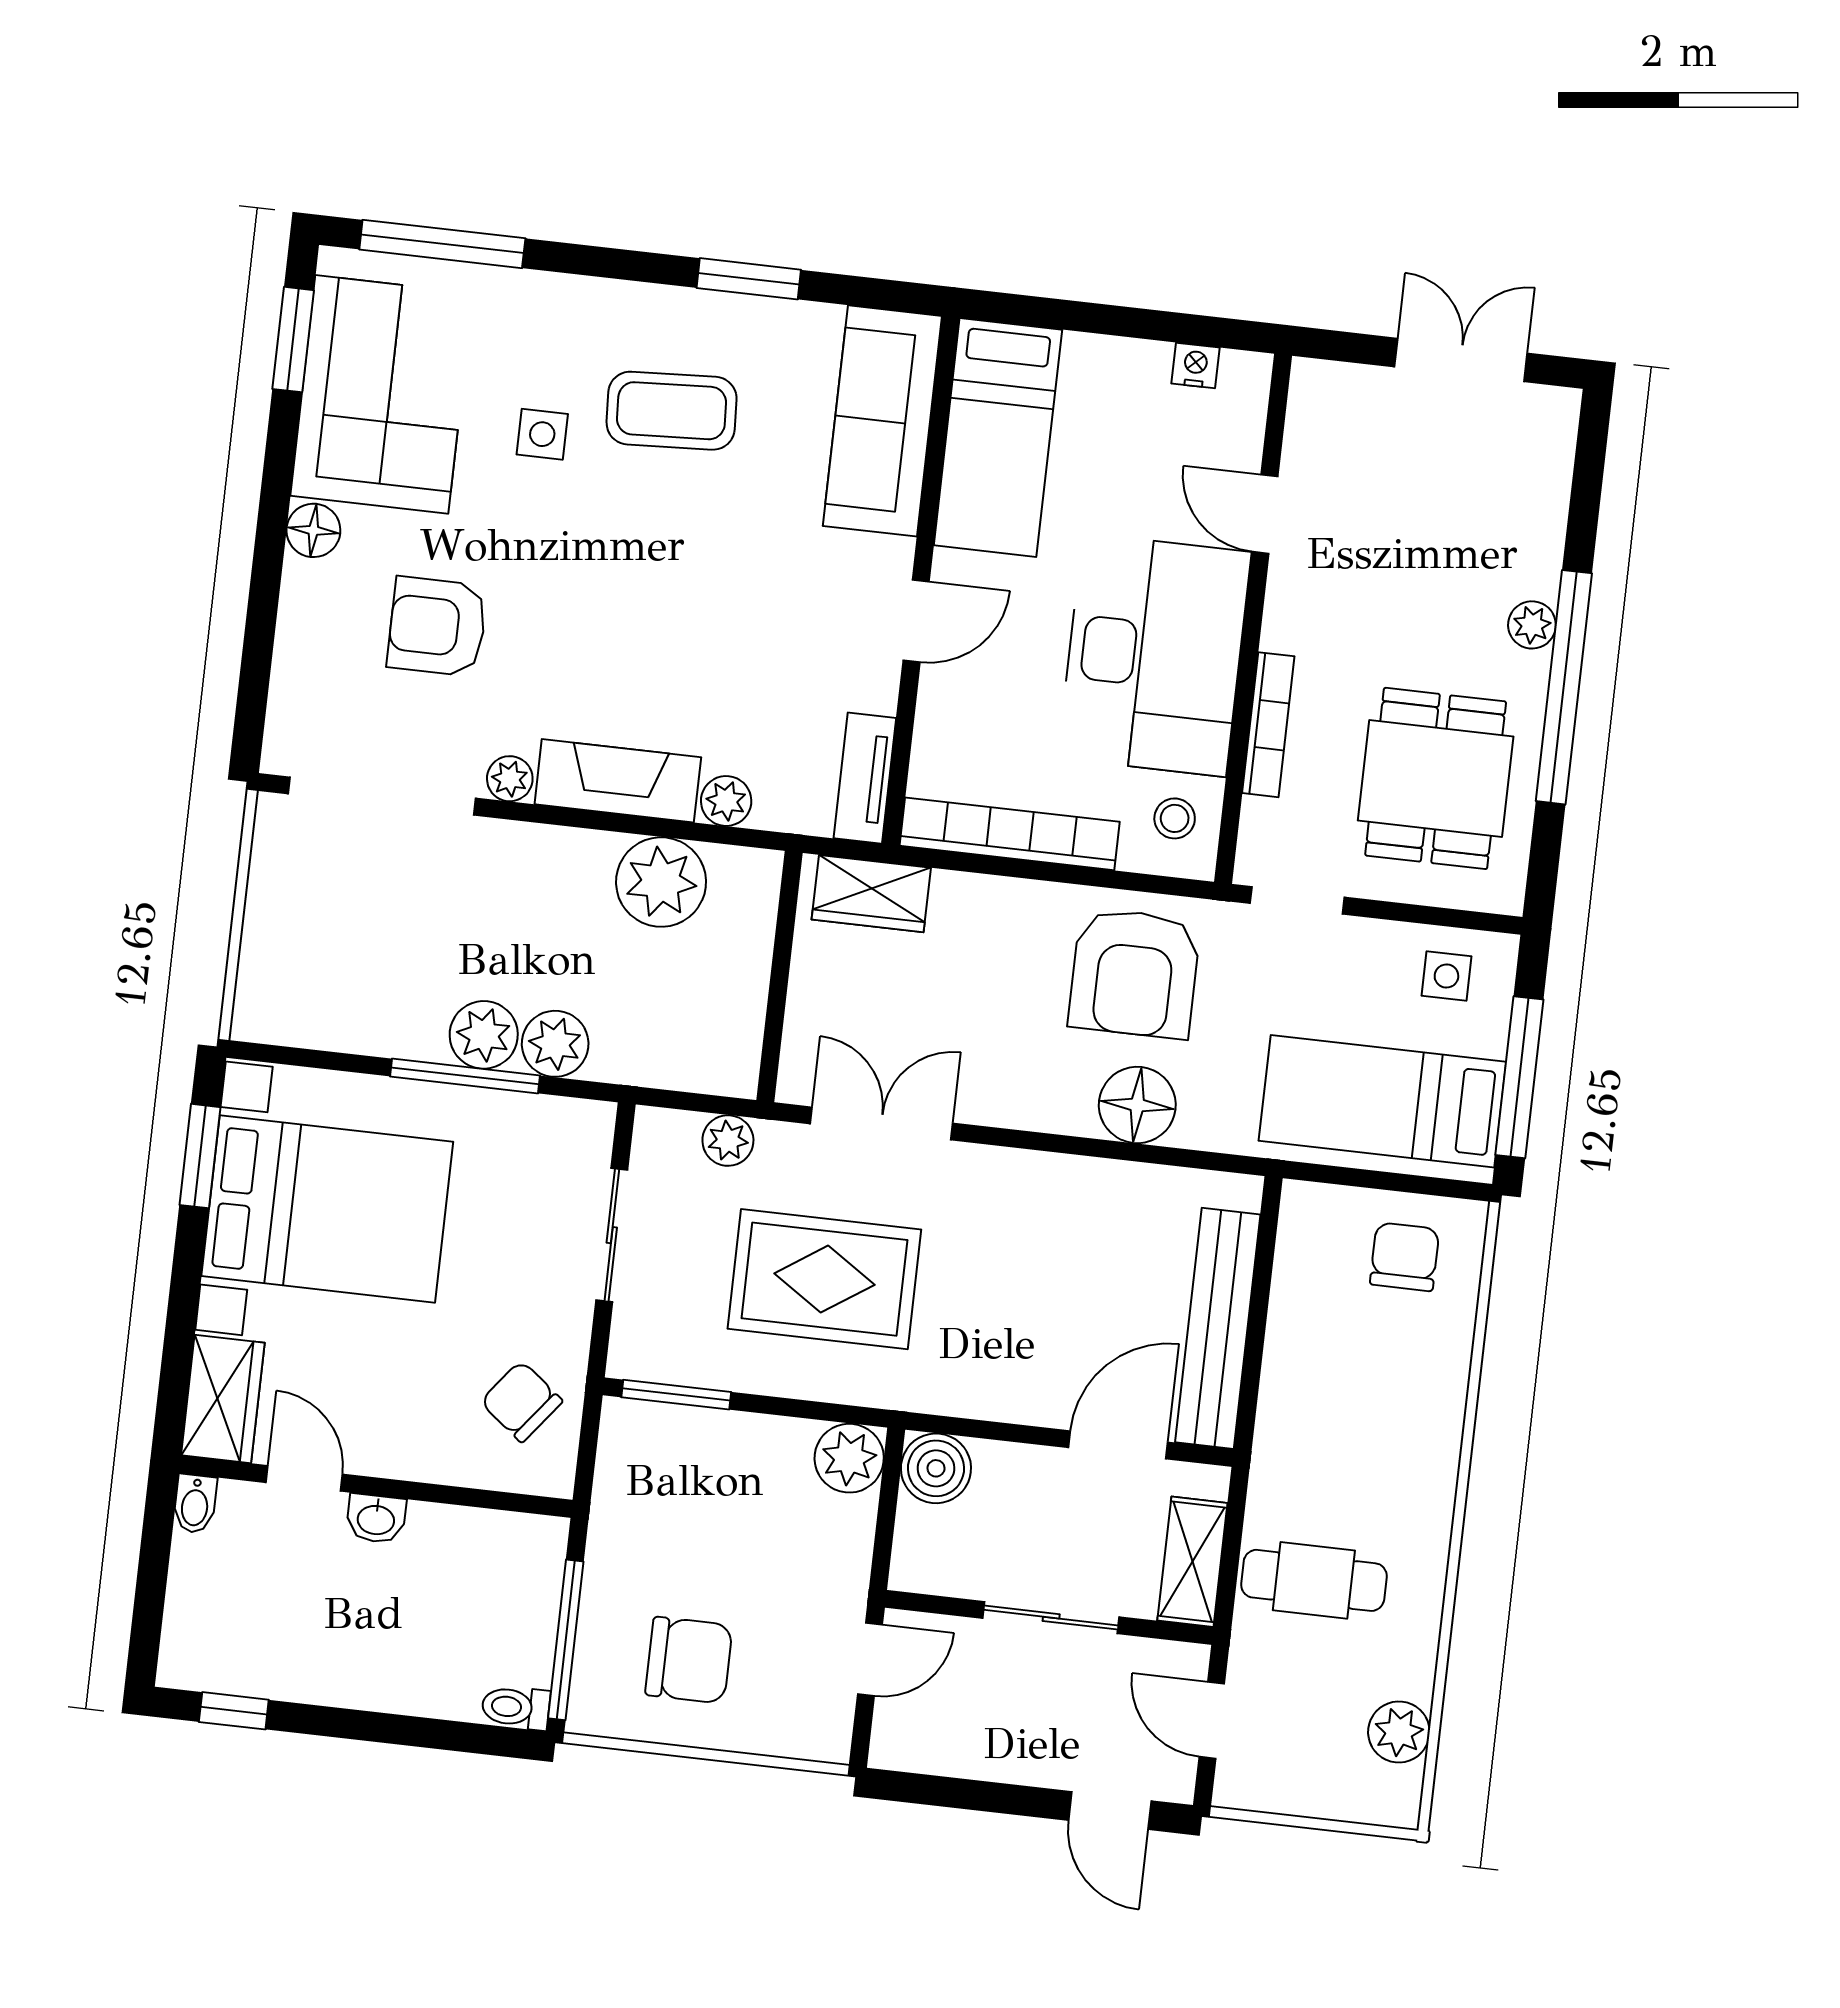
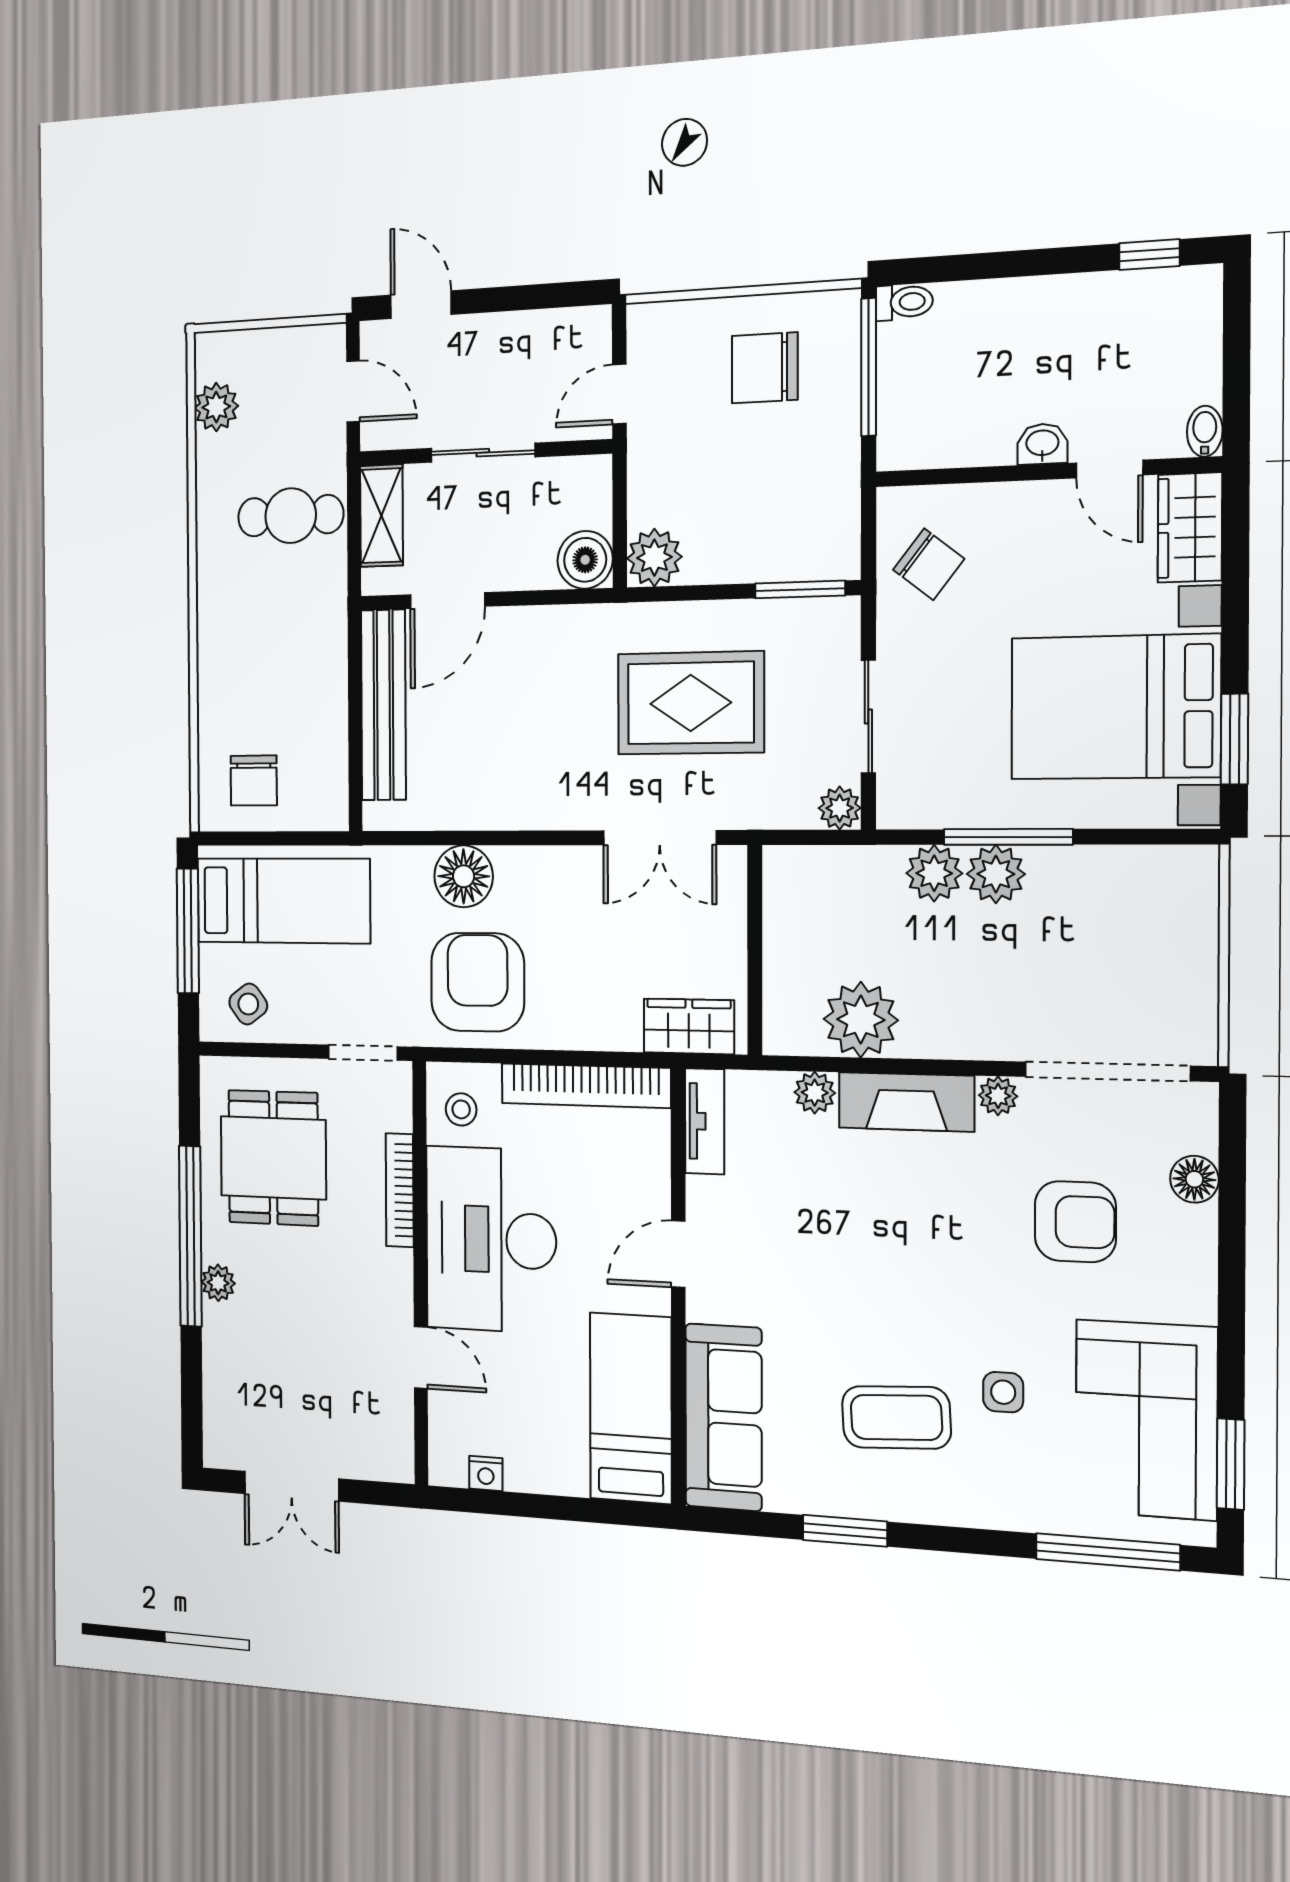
floor lamp: (313, 530) -> (1194, 1179), moved
side table: (1446, 976) -> (248, 1004), turned -37
plant: (728, 1141) -> (840, 808), moved

